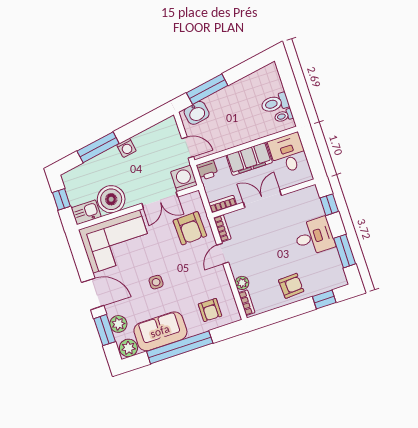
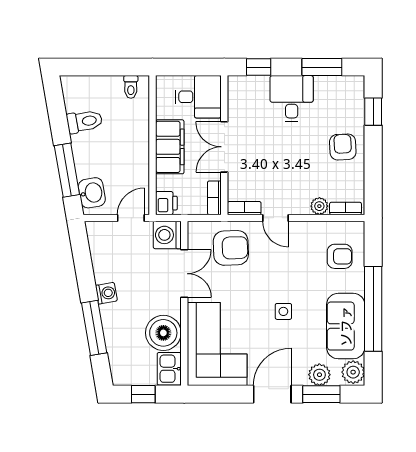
toilet: (275, 103) -> (85, 121), moved, turned -100
desk: (288, 153) -> (198, 97), moved, turned 180

